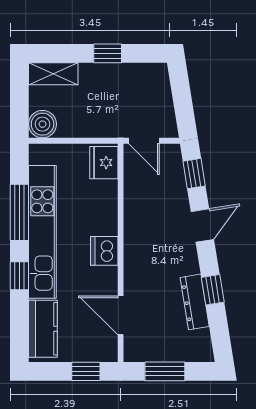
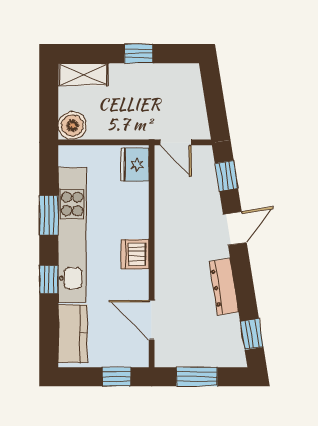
window: (19, 212) -> (49, 215), width x0.69
window: (213, 290) -> (252, 334), moved
dresser: (195, 302) -> (224, 287), moved

